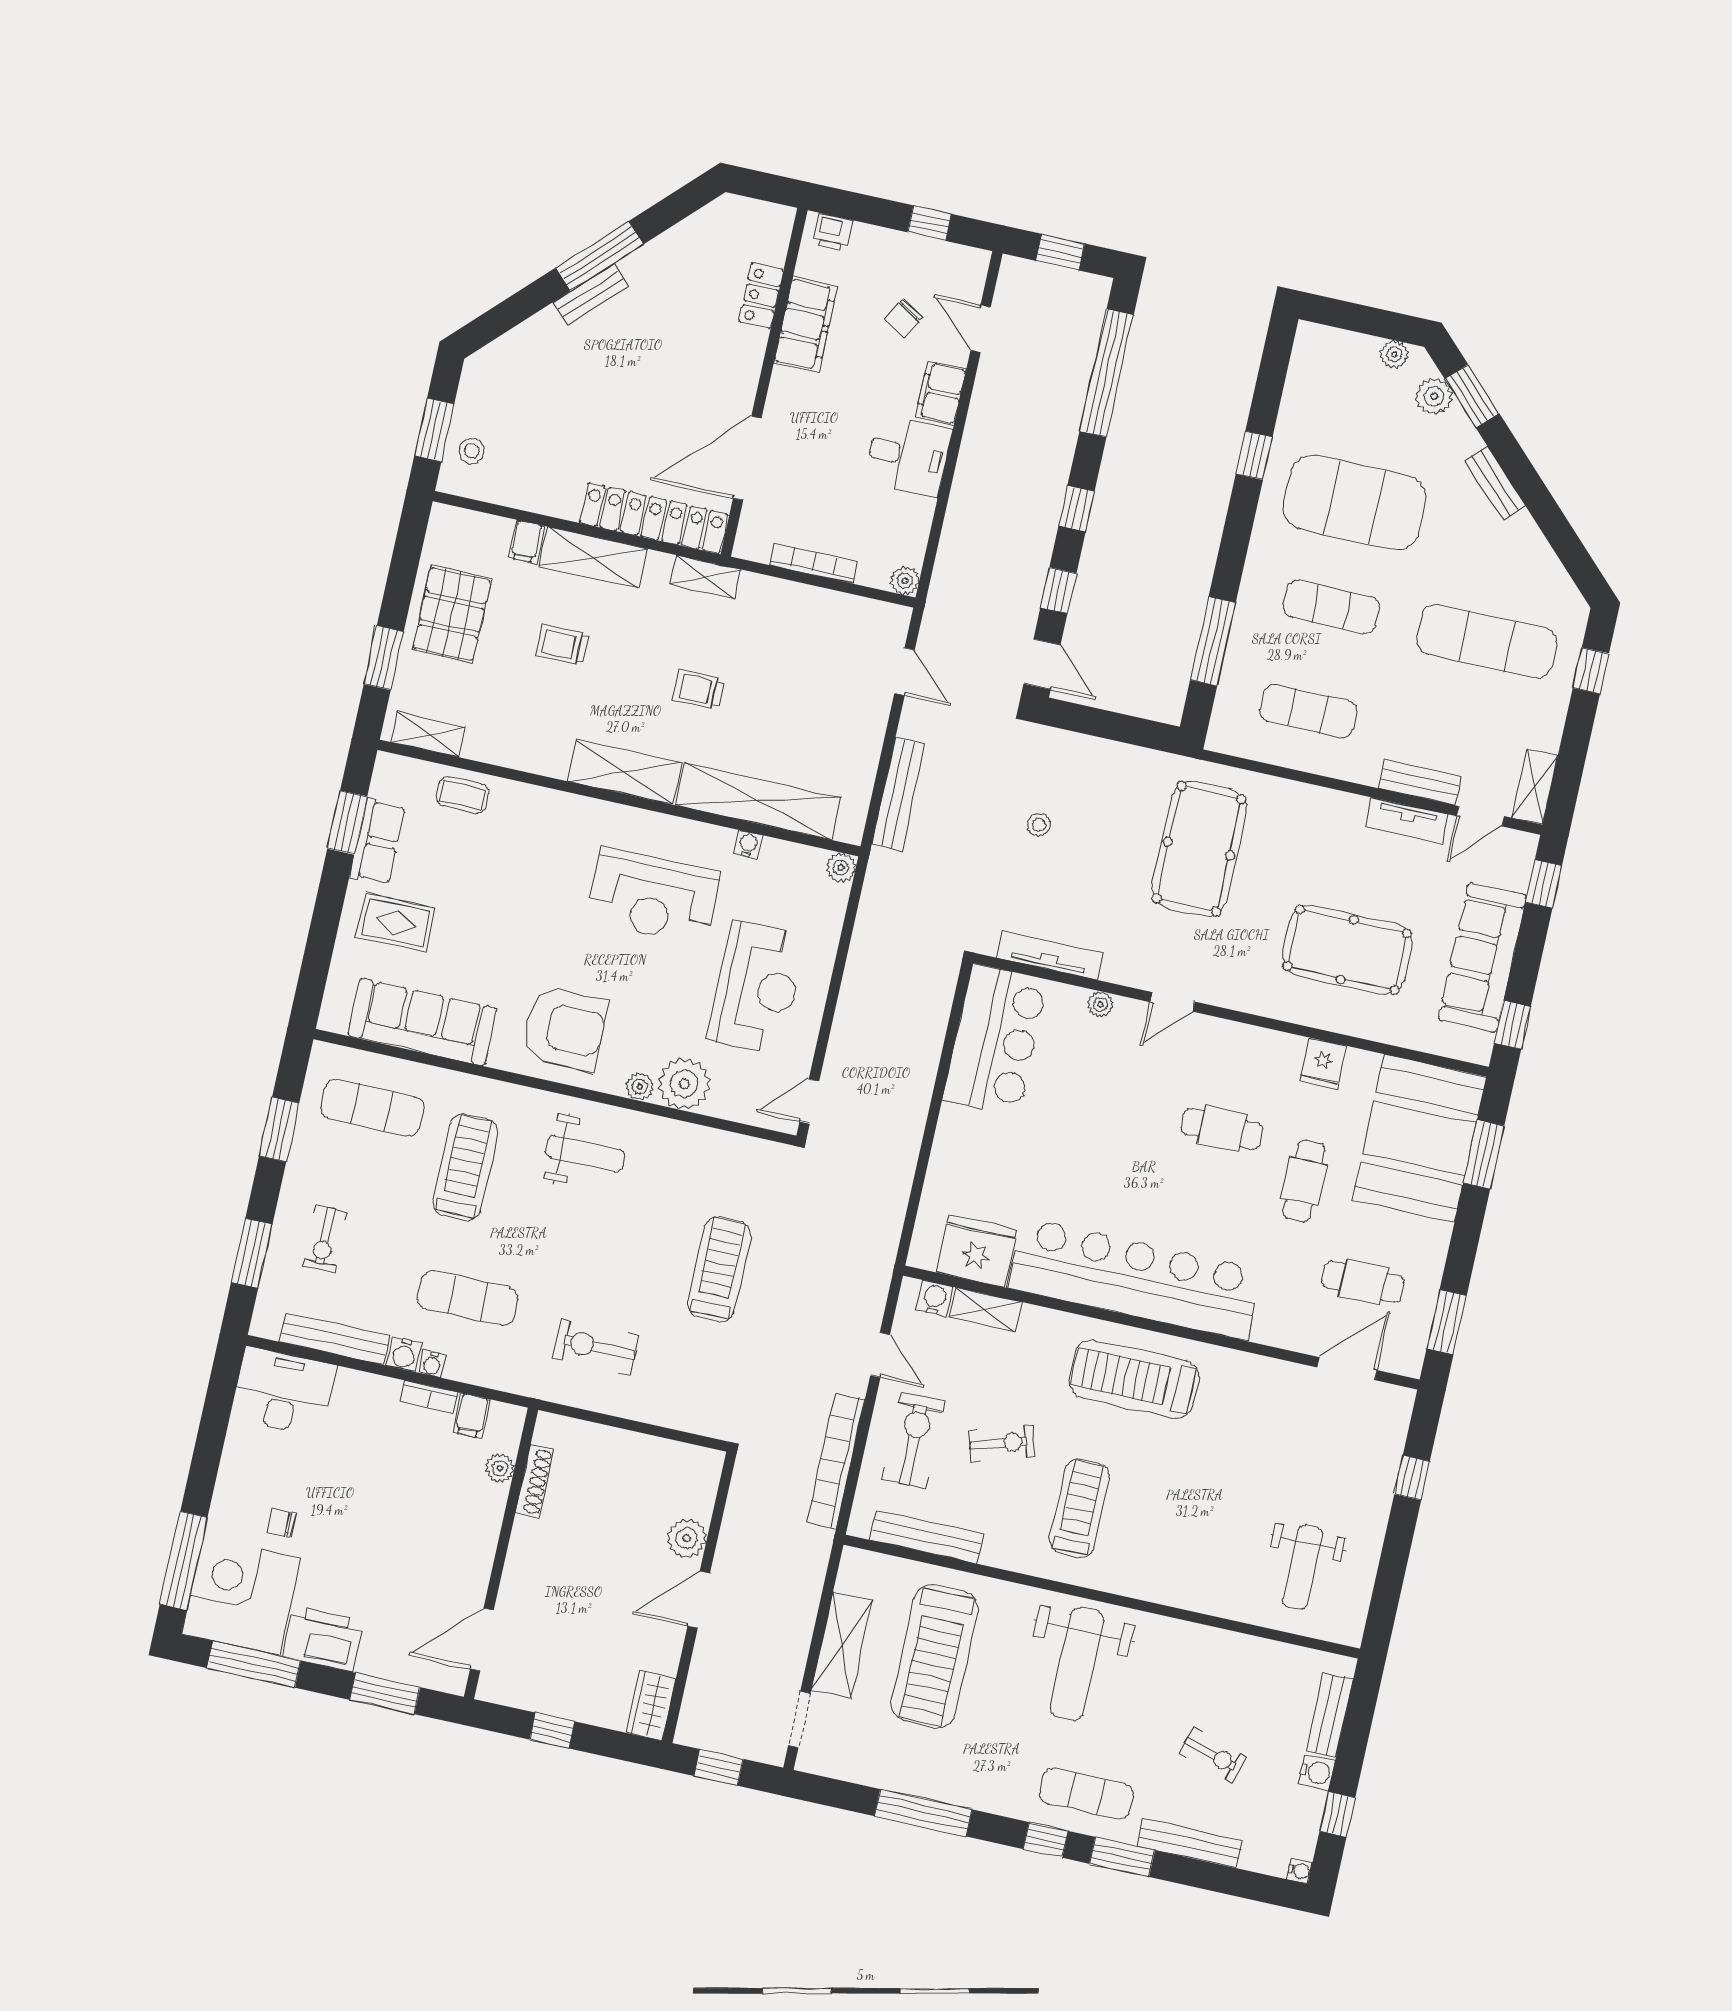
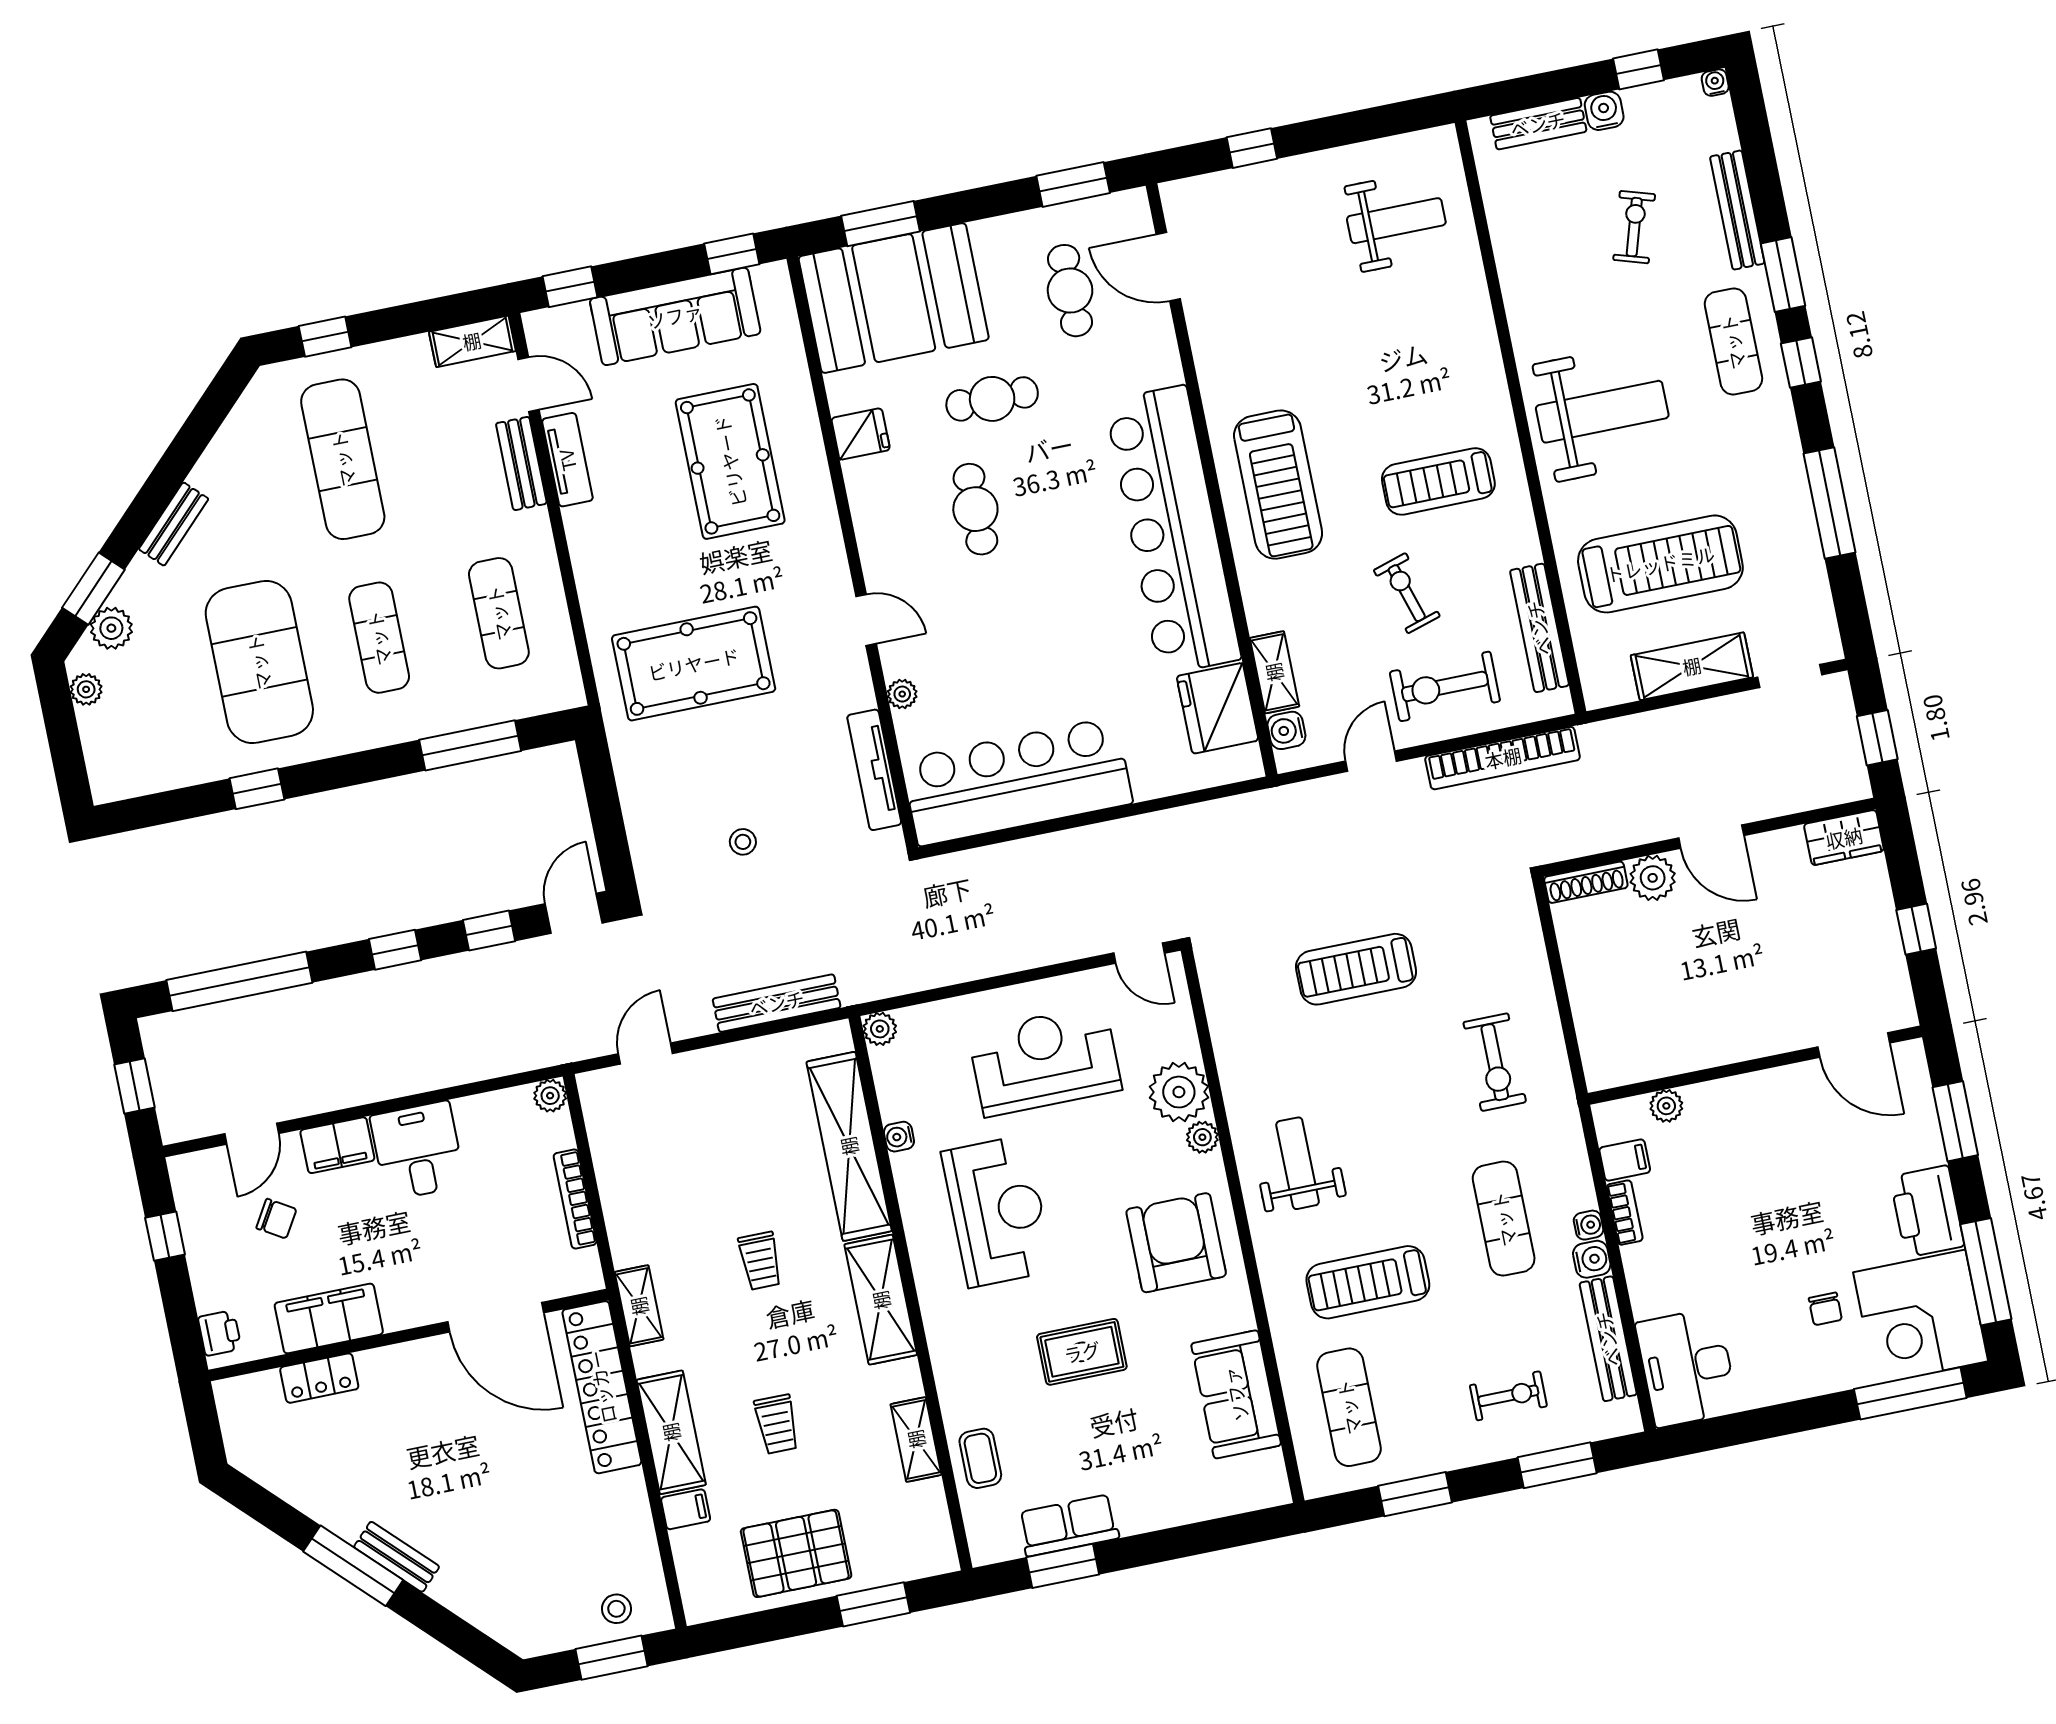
shelving: (428, 734) -> (916, 1439), moved
rug: (396, 923) -> (1082, 1352), moved, turned 90
sofa: (422, 1022) -> (1236, 1394), width x0.73
bar counter: (995, 1040) -> (1017, 782), width x1.36
shoe rack: (535, 1481) -> (1586, 882), moved, turned 180

